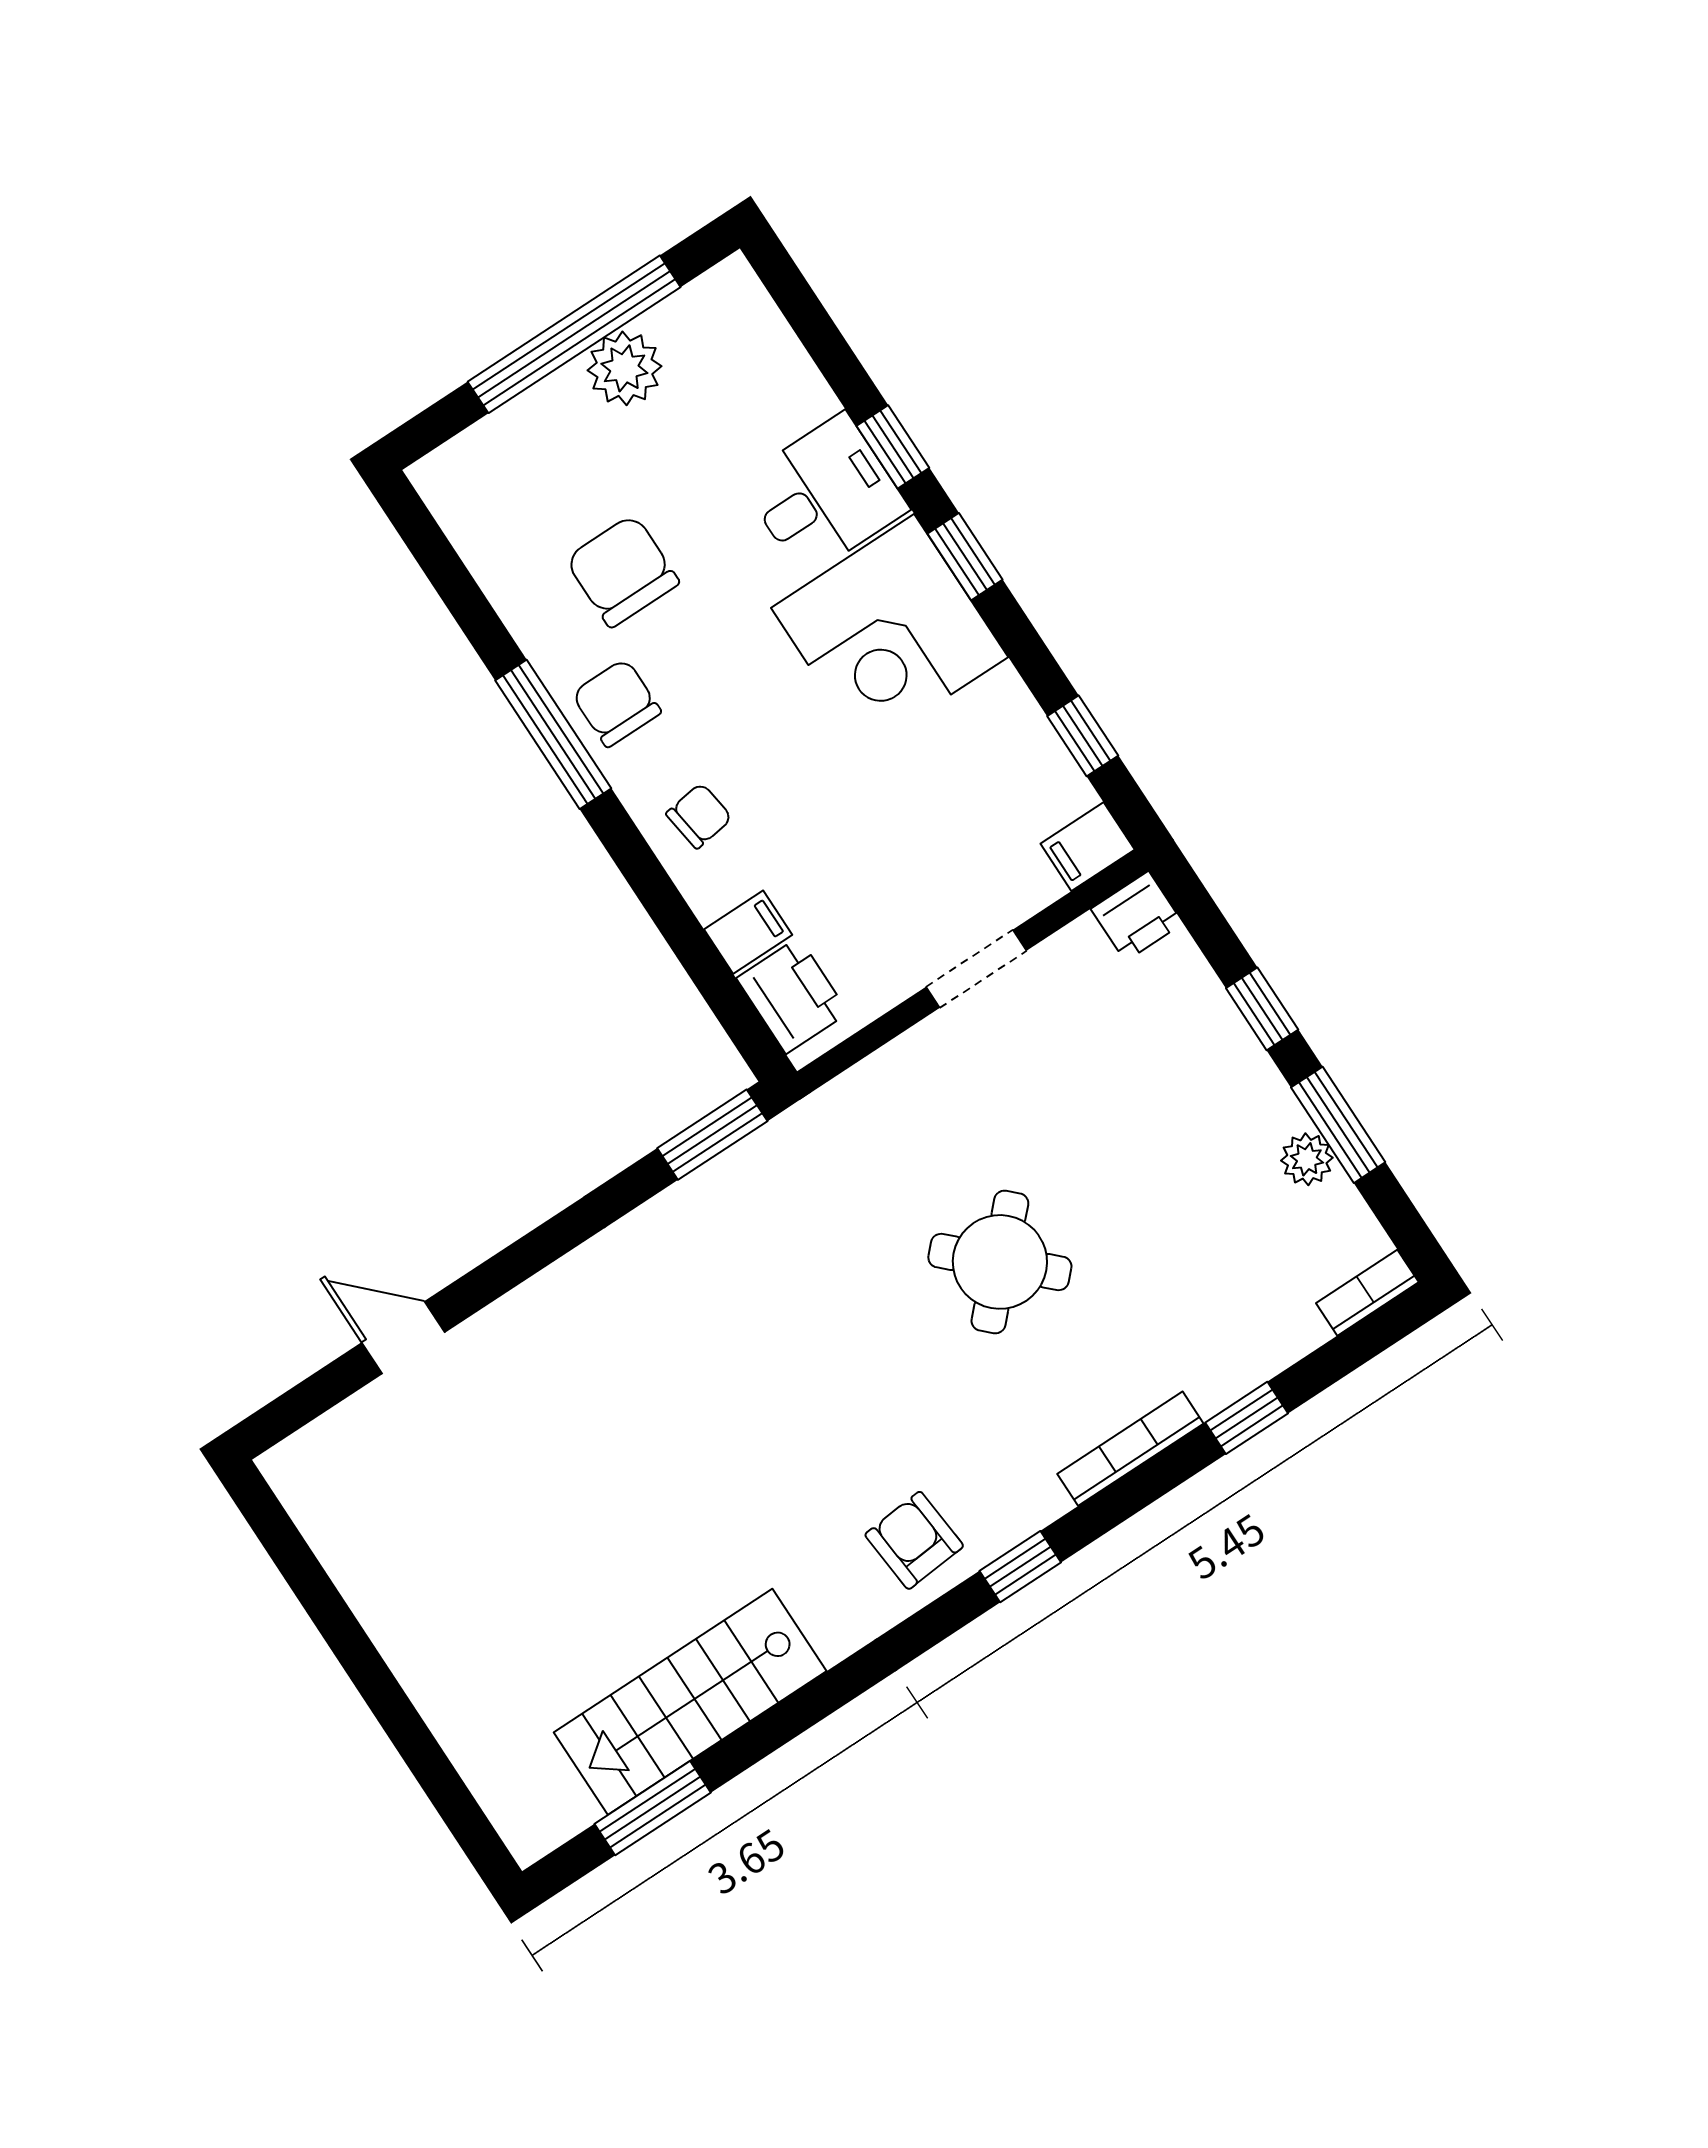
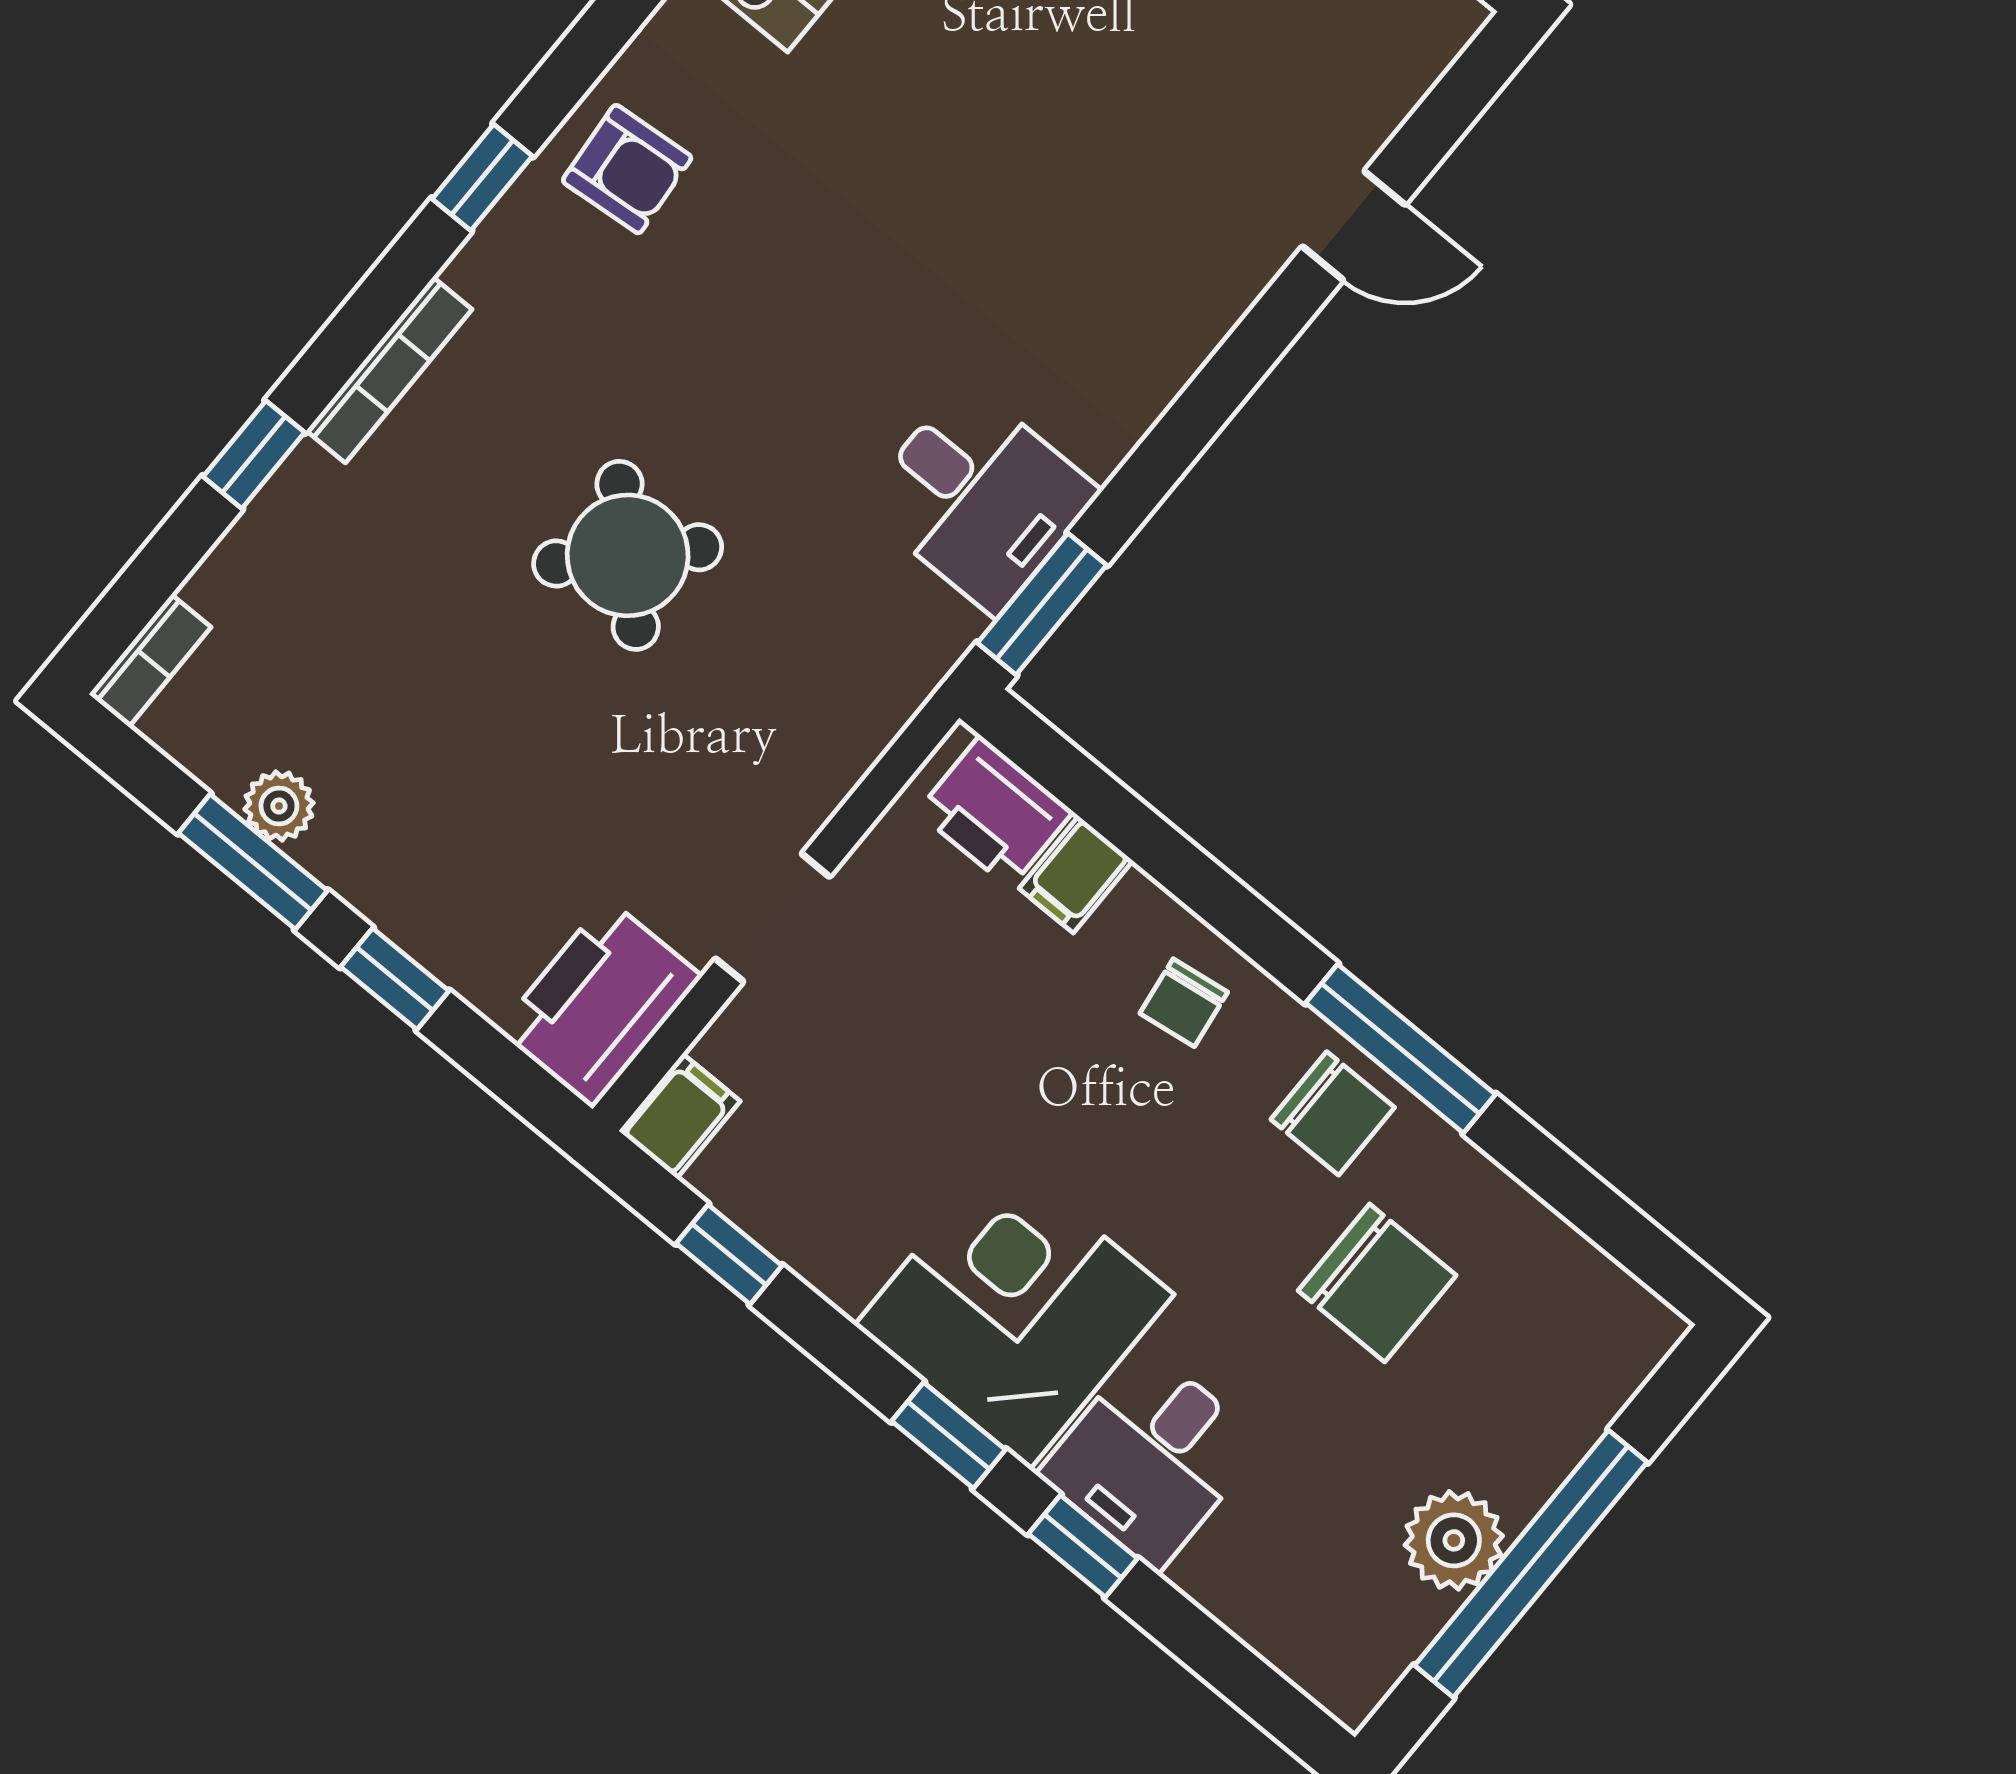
printer: (1137, 916) -> (600, 1003), width x1.87, depth x1.48
desk: (734, 1225) -> (980, 498), added

